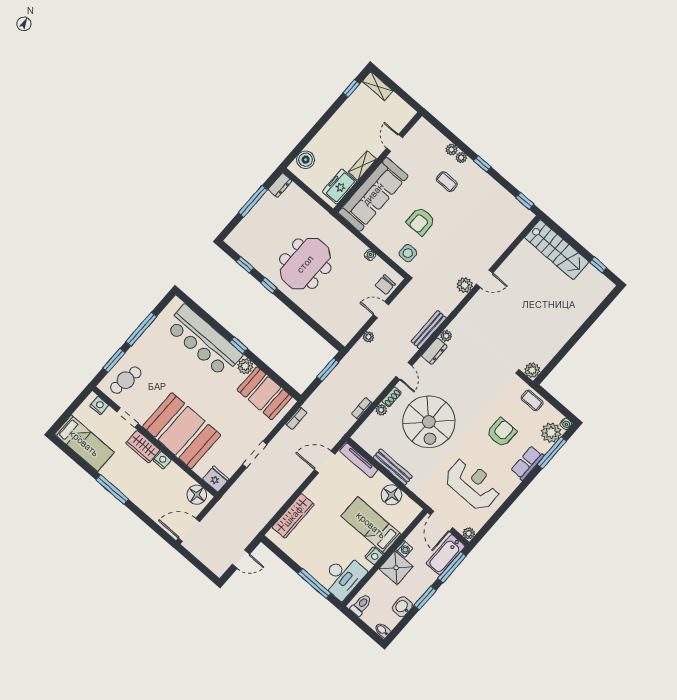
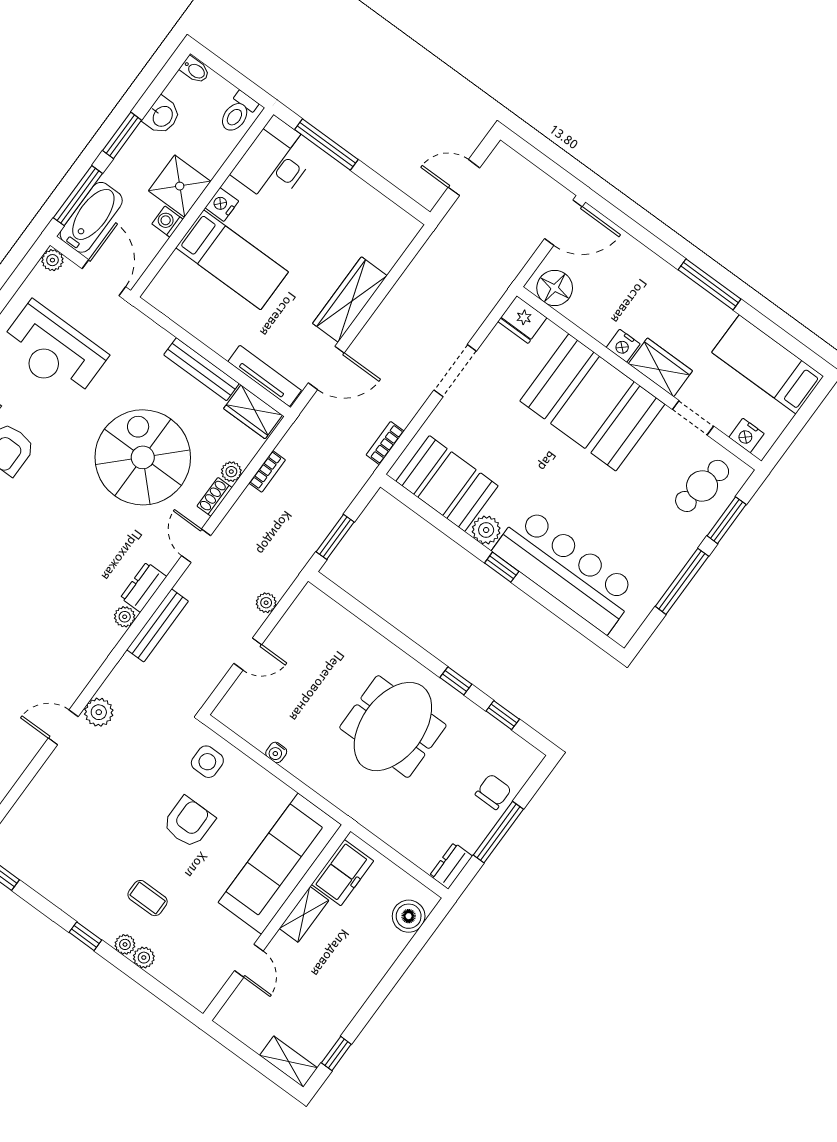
chair: (385, 285) -> (493, 792), moved
wardrobe: (367, 441) -> (253, 412), added
floor lamp: (391, 495) -> (200, 318), removed
wardrobe: (293, 516) -> (350, 300), moved

